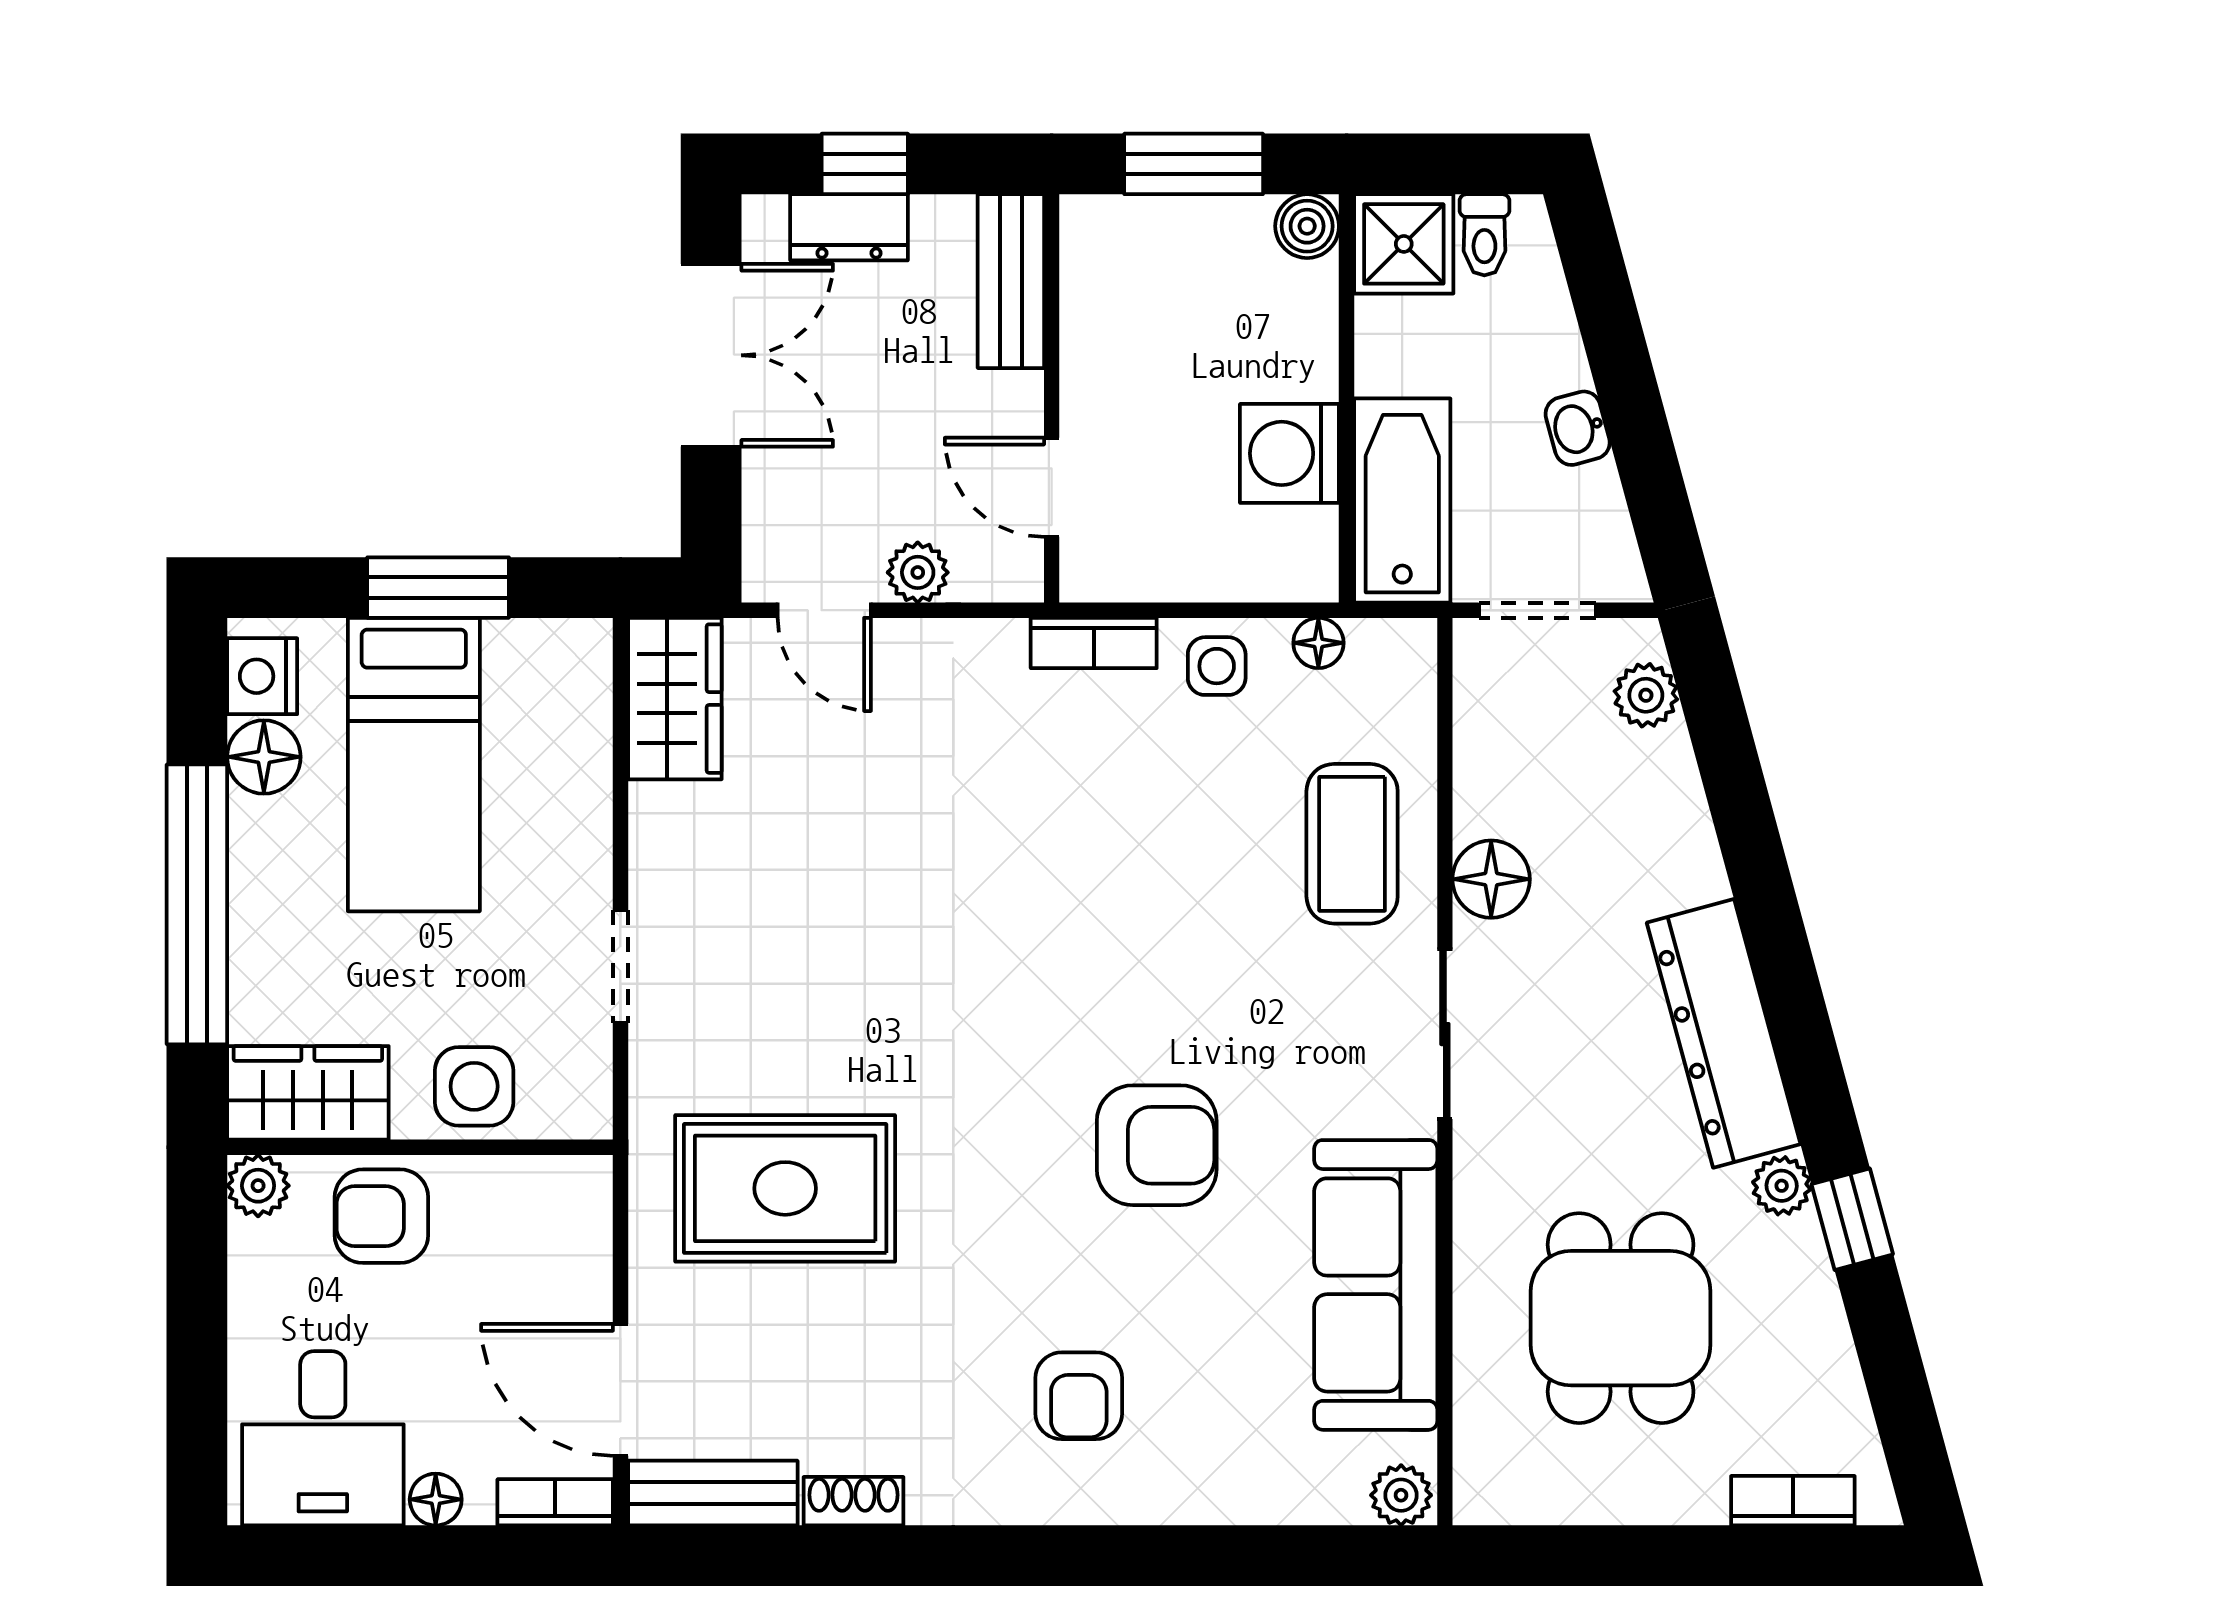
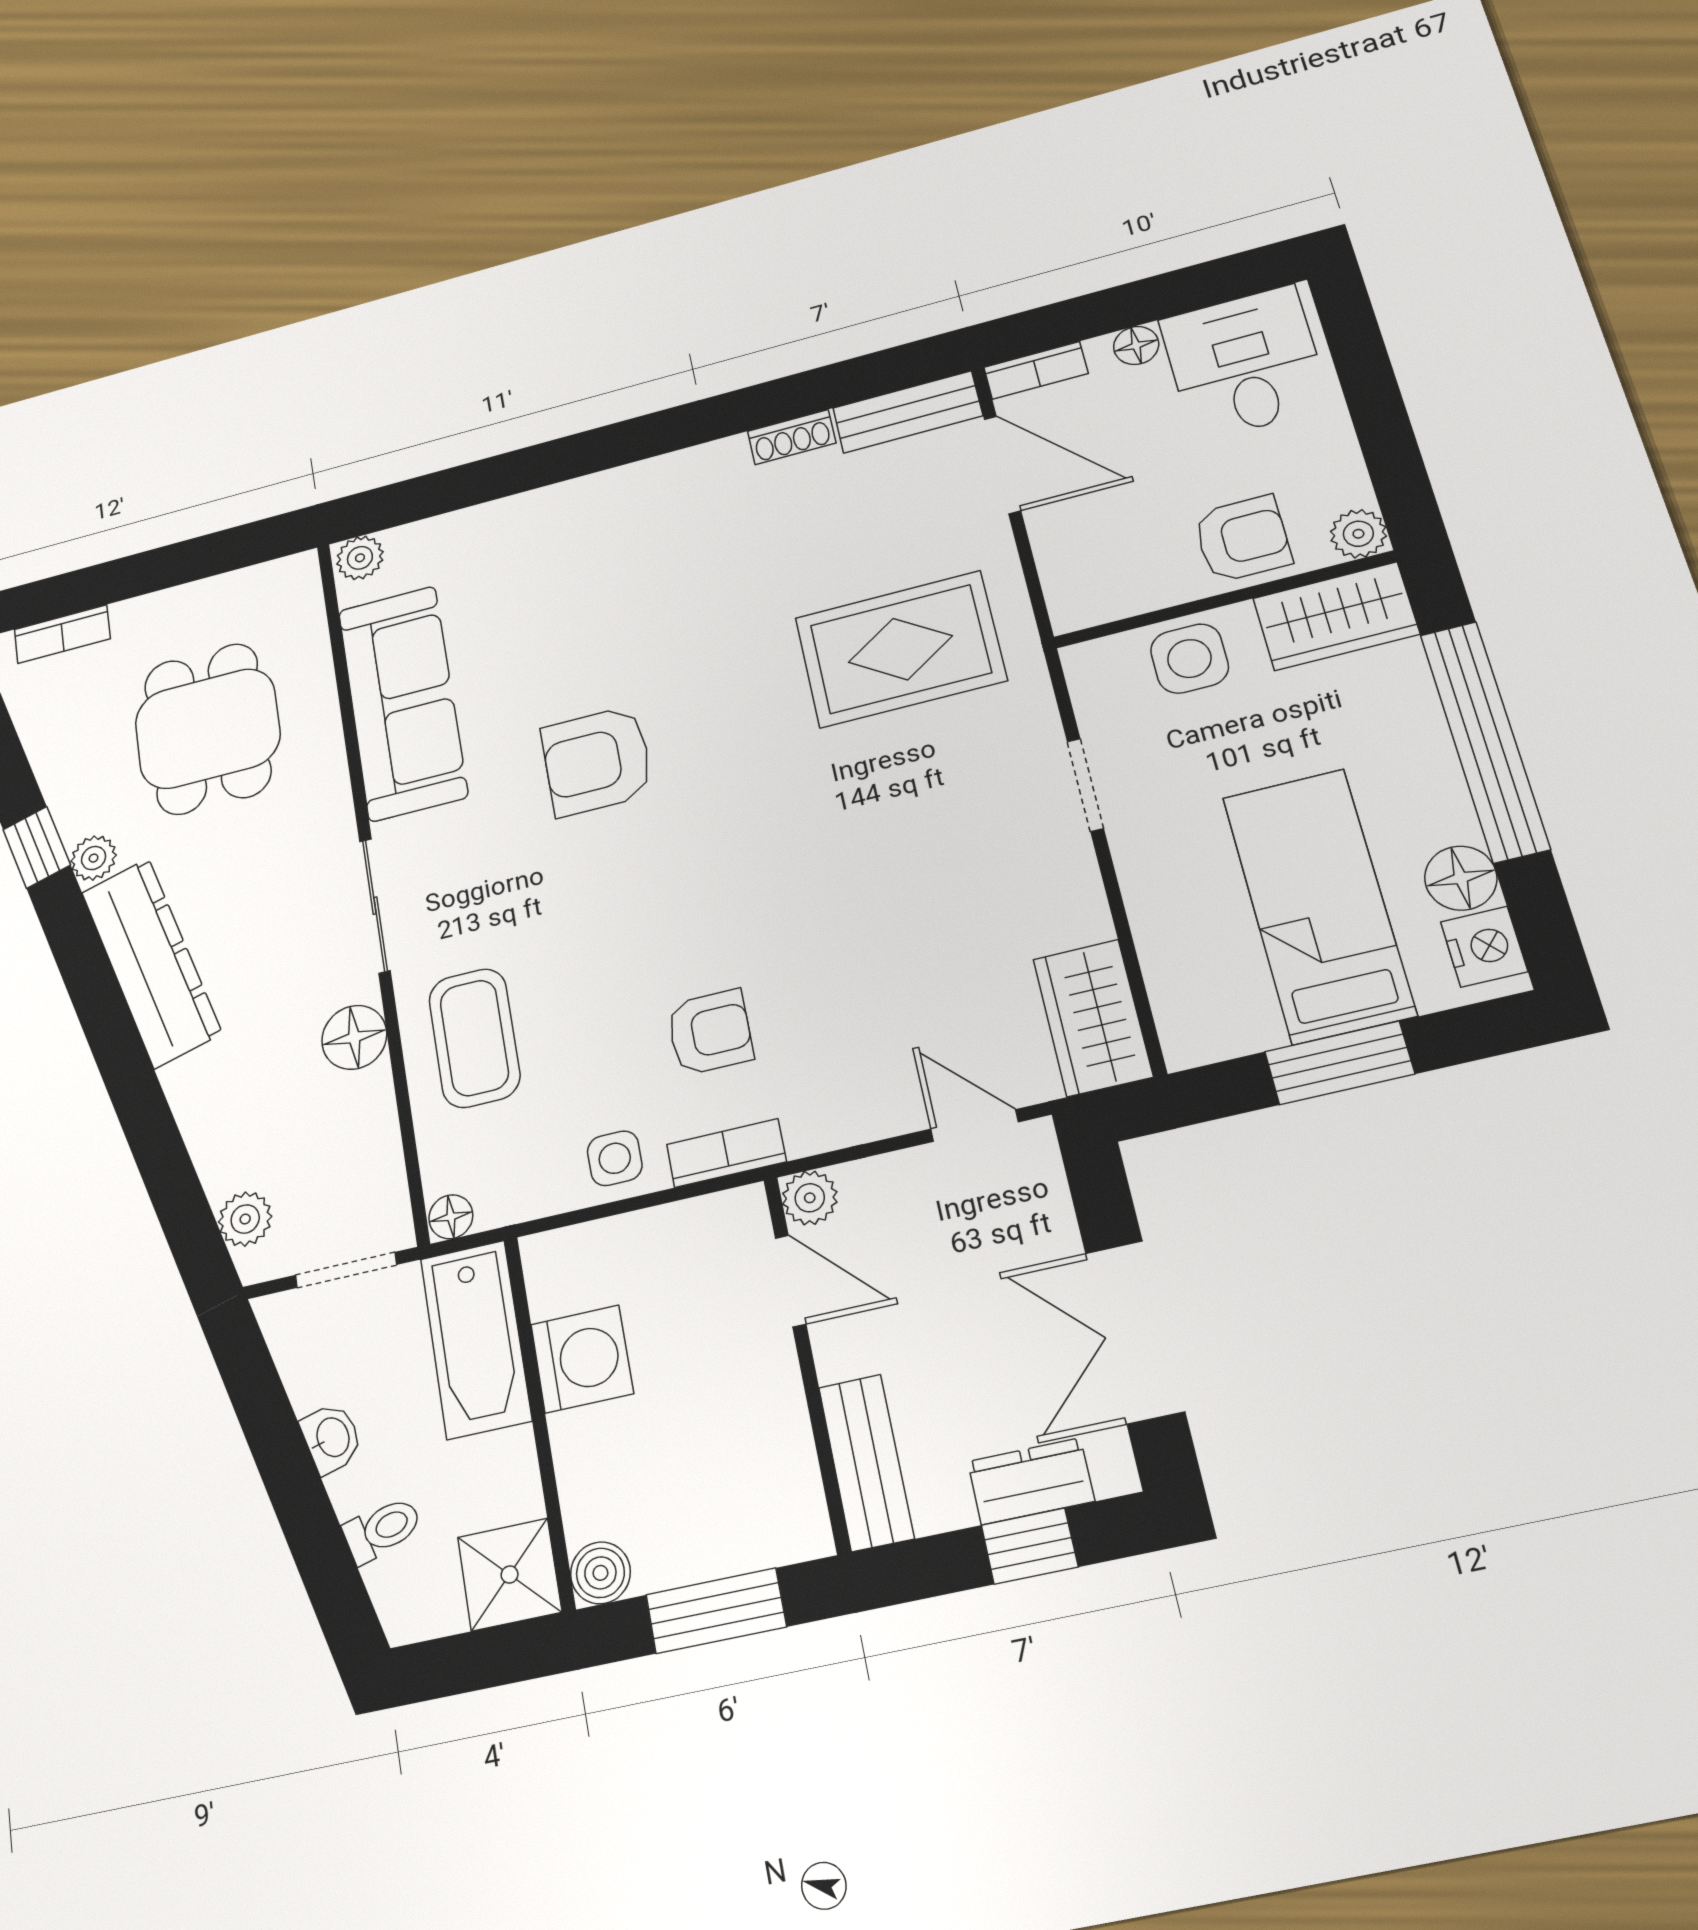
toilet: (1484, 235) -> (382, 1529), moved, turned 75
plant: (918, 572) -> (810, 1198), moved
floor lamp: (1318, 643) -> (451, 1217), moved
armchair: (1079, 1396) -> (710, 1032), moved, turned 90

